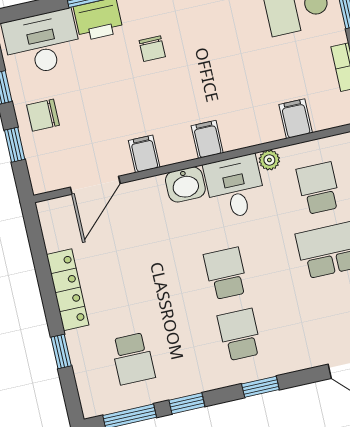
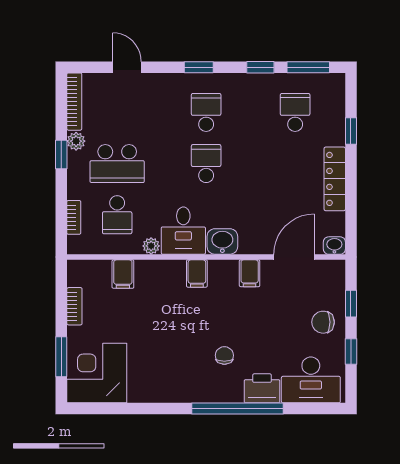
chair: (43, 115) -> (323, 322), turned 180
washbasin: (50, 210) -> (334, 246), added
school desk: (226, 273) -> (206, 164), turned 180
school desk: (240, 335) -> (206, 112), turned 180

